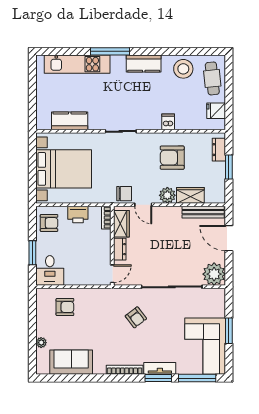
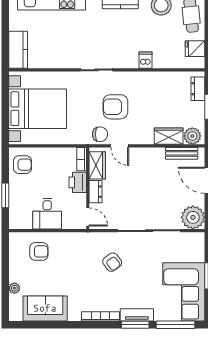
kitchen counter: (70, 121) -> (18, 50), moved, turned 90
armchair: (172, 158) -> (115, 107), moved
plant: (167, 195) -> (192, 136), moved
bench: (203, 212) -> (182, 153), width x0.73
printer: (78, 215) -> (78, 182), moved, turned 90
desk: (50, 270) -> (47, 214), moved
door: (112, 274) -> (88, 217), hinge flipped

